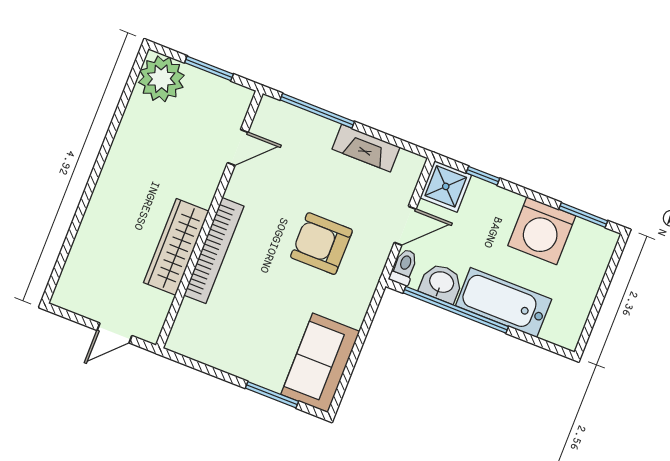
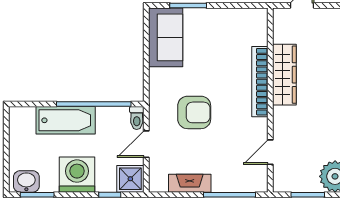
washing machine: (542, 231) -> (77, 175), moved
washbasin: (441, 283) -> (26, 181), moved, turned 180

